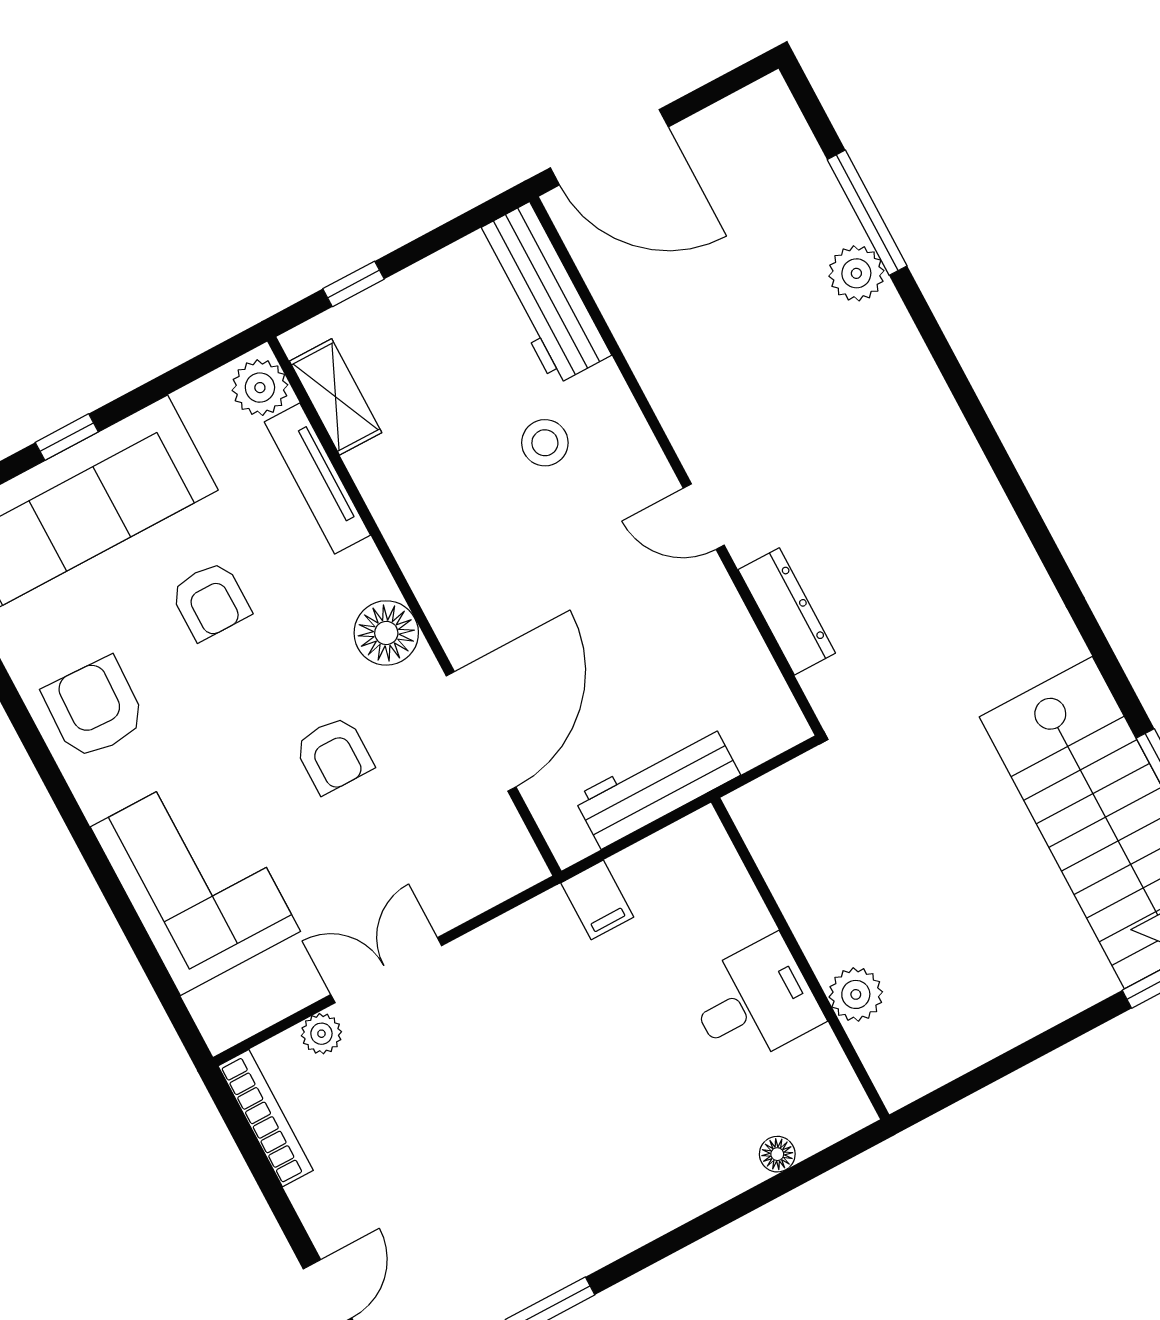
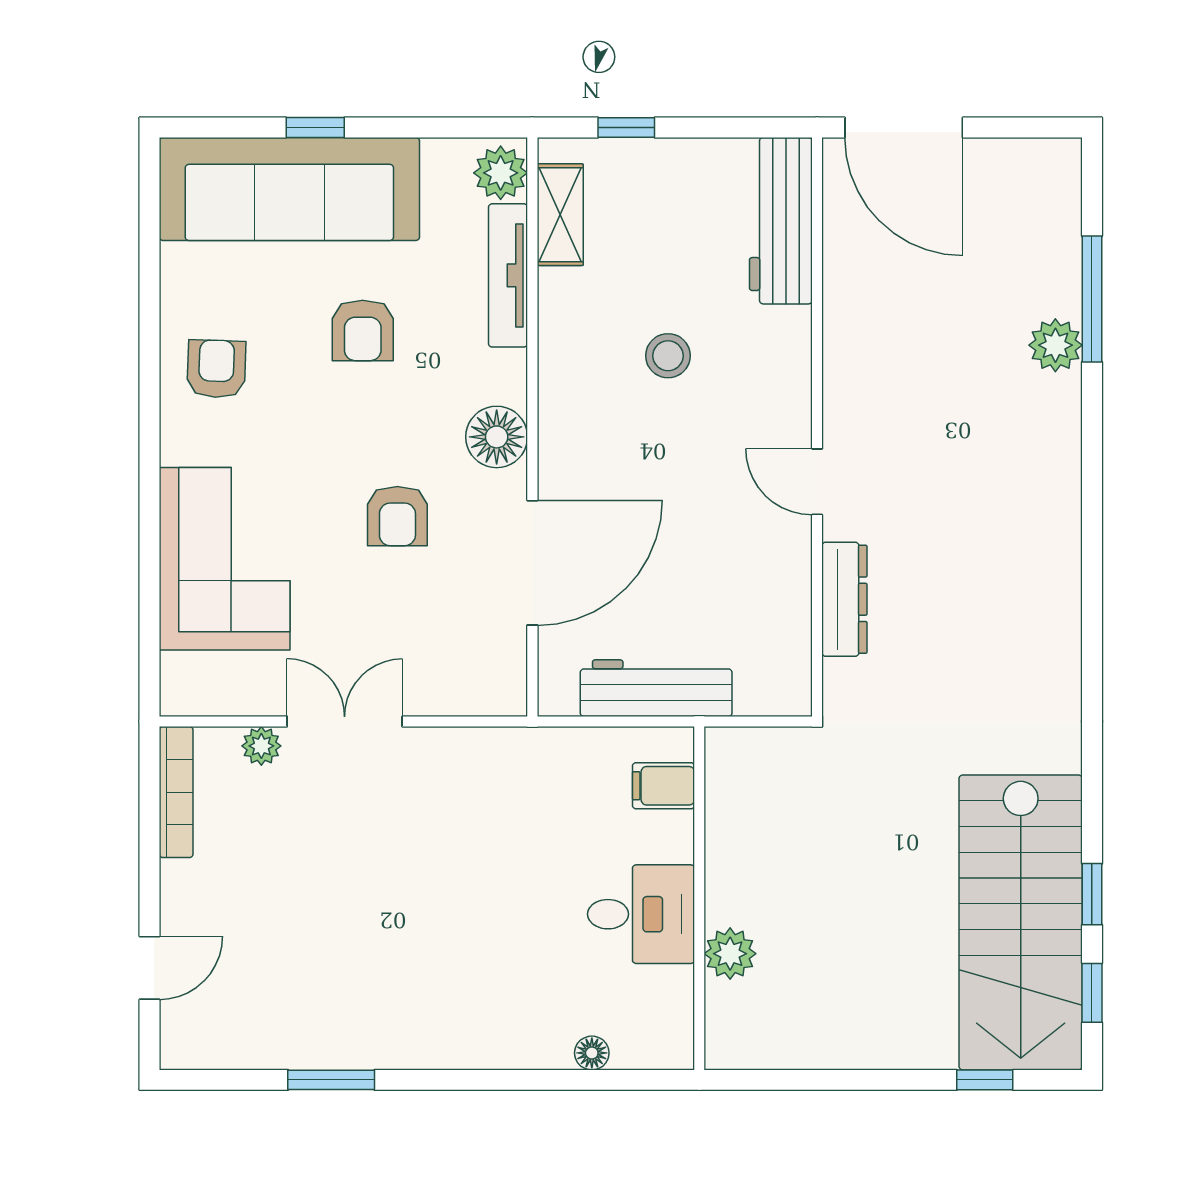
stool: (545, 443) -> (668, 356), moved
armchair: (94, 708) -> (216, 369), width x0.72, depth x0.72
filing cabinet: (597, 900) -> (663, 786), moved, turned 90

